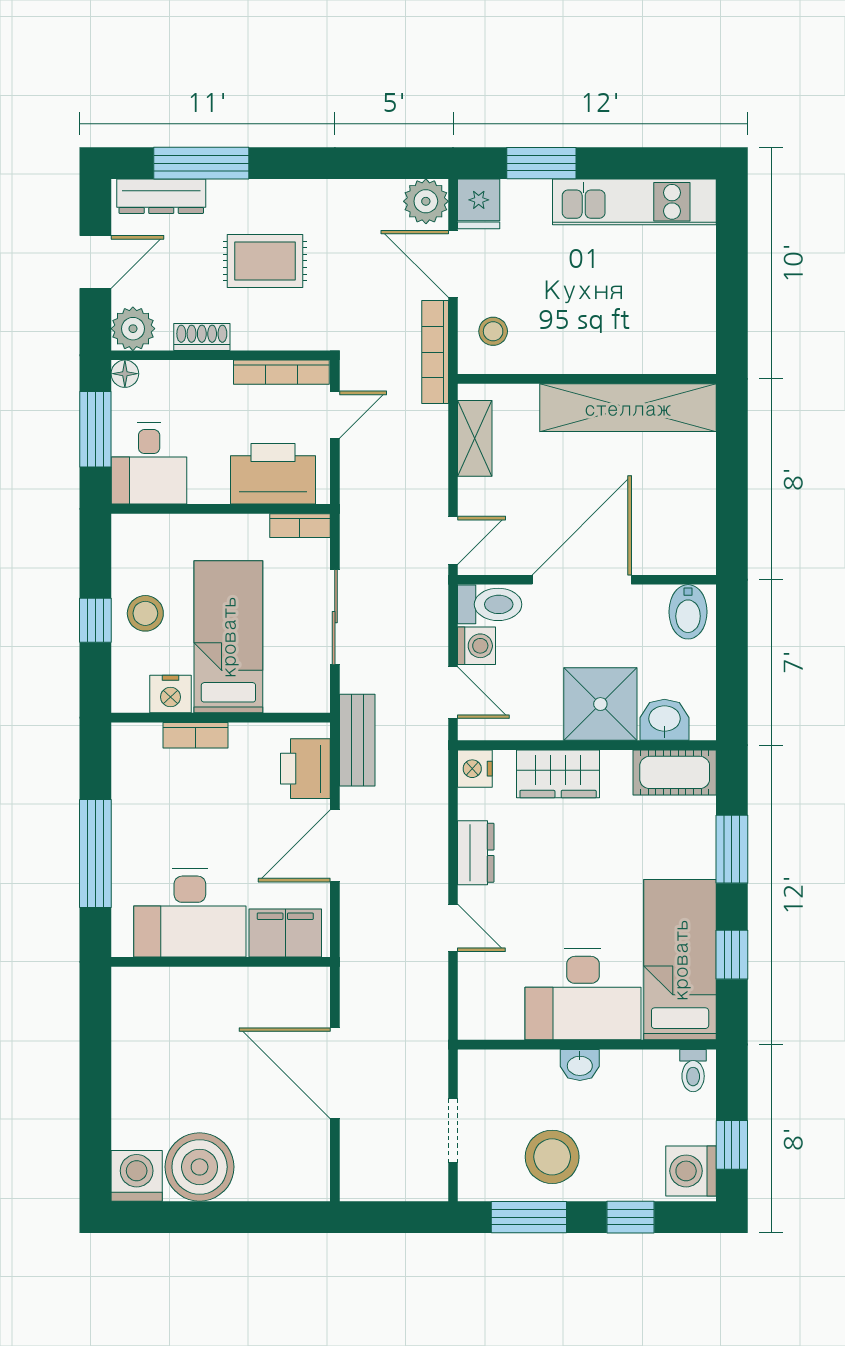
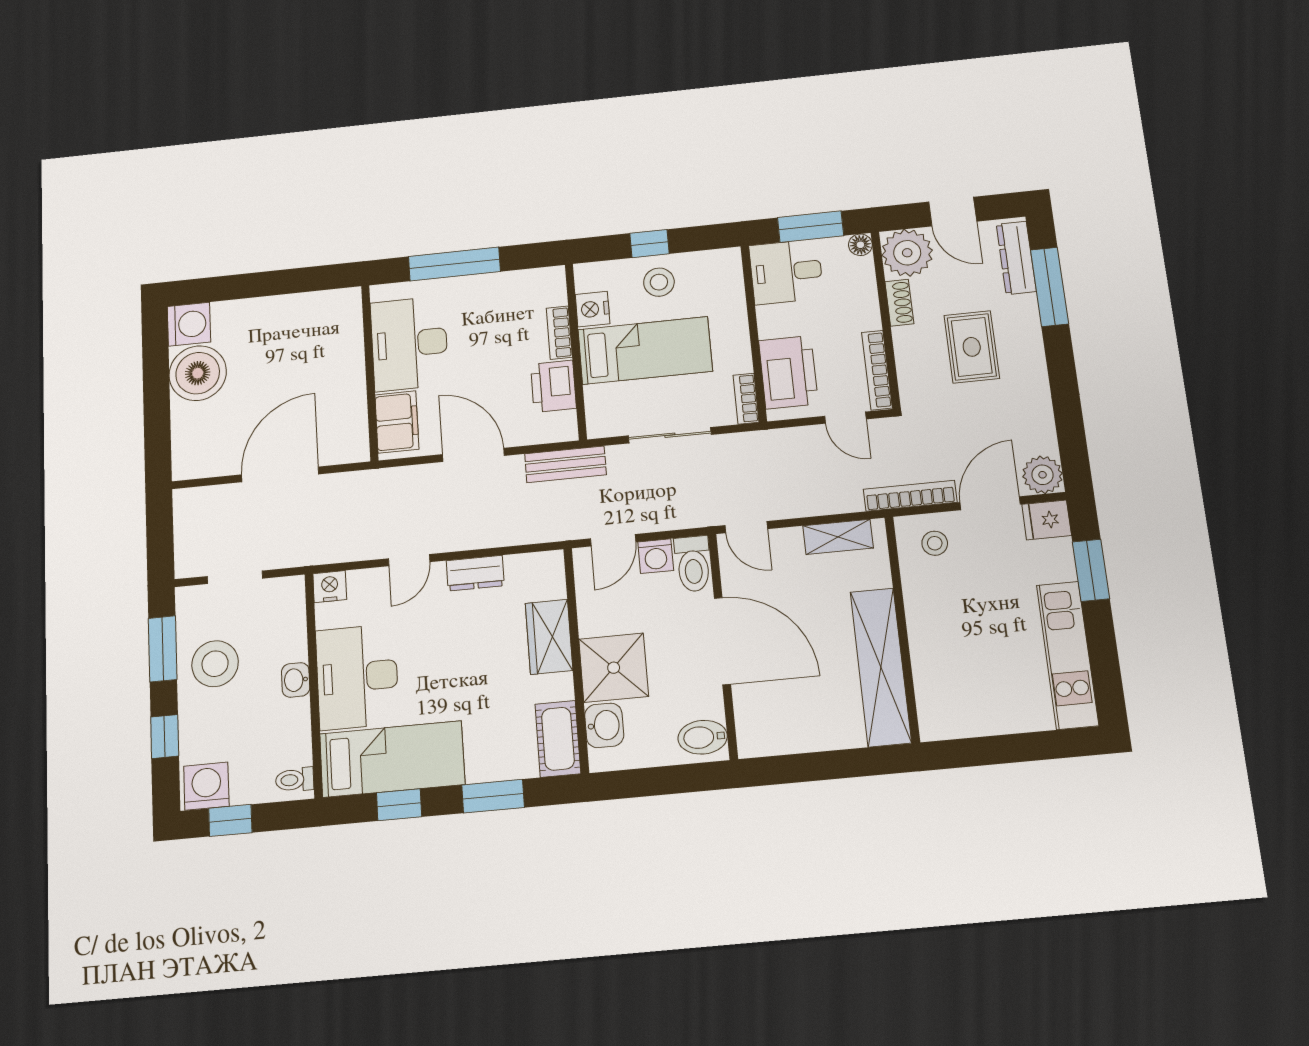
plant: (133, 329) -> (907, 253), width x1.36, depth x1.36
printer: (305, 769) -> (553, 386), moved, turned -90
nightstand: (475, 769) -> (330, 587), moved

